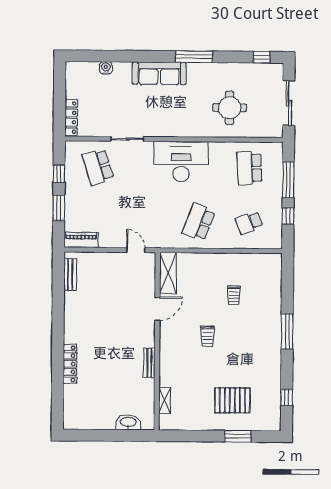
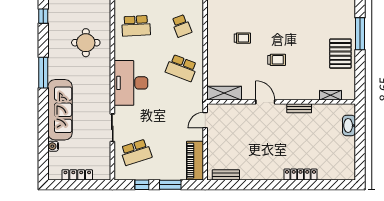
sofa: (159, 73) -> (60, 110), width x1.36, depth x1.27
locker: (71, 118) -> (77, 175), moved
piano: (81, 240) -> (195, 161), width x1.37, depth x1.33
door: (157, 309) -> (265, 102), moved
pallet: (232, 400) -> (340, 54), moved
window: (238, 436) -> (360, 34), width x1.44

